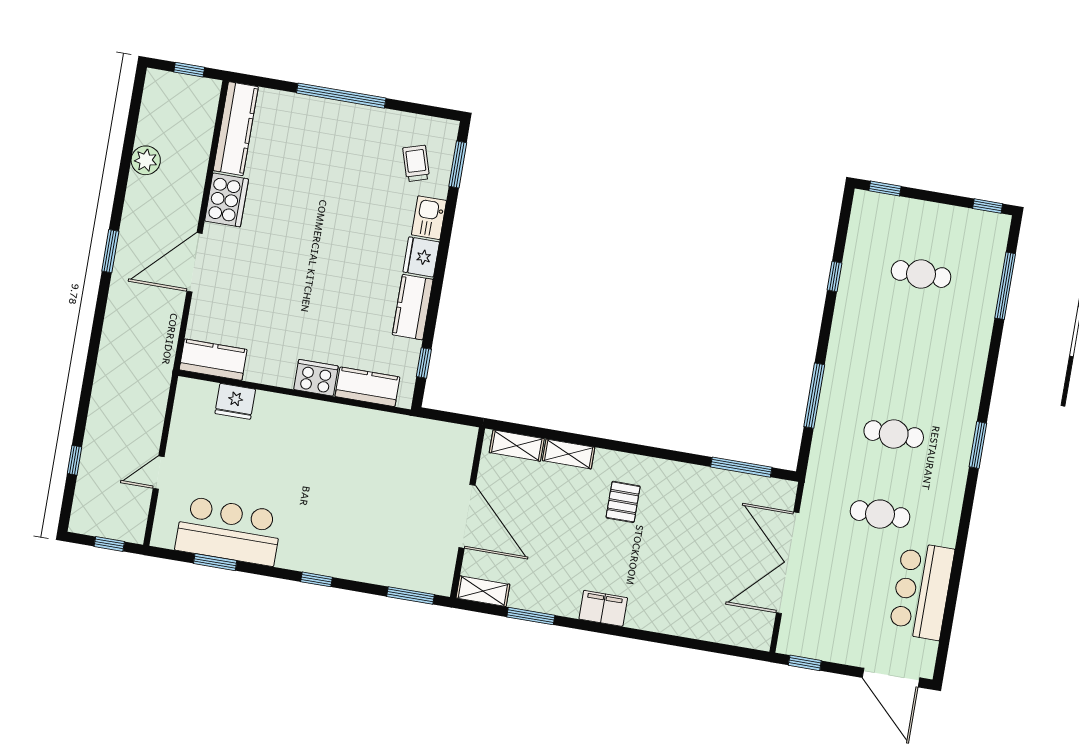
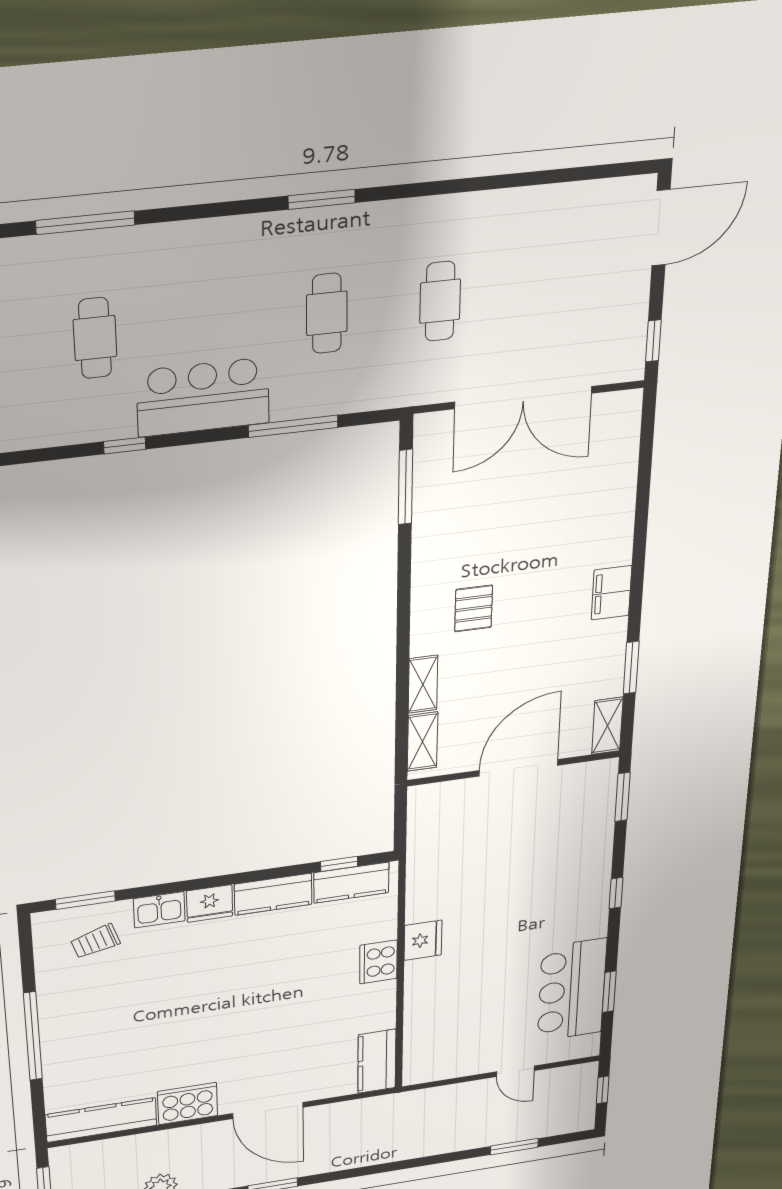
kitchen counter: (367, 387) -> (351, 883), moved, turned -90
fridge: (235, 401) -> (423, 940), moved
window: (75, 460) -> (514, 1147), width x1.50
pallet: (623, 502) -> (474, 608), turned 90
bar counter: (922, 591) -> (203, 397), moved, turned 180

